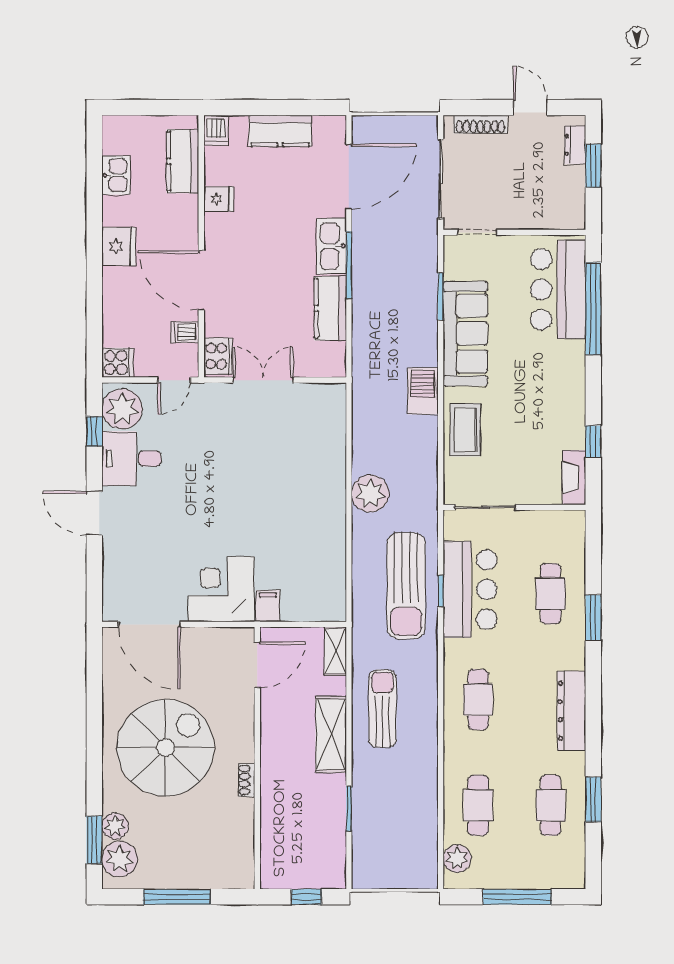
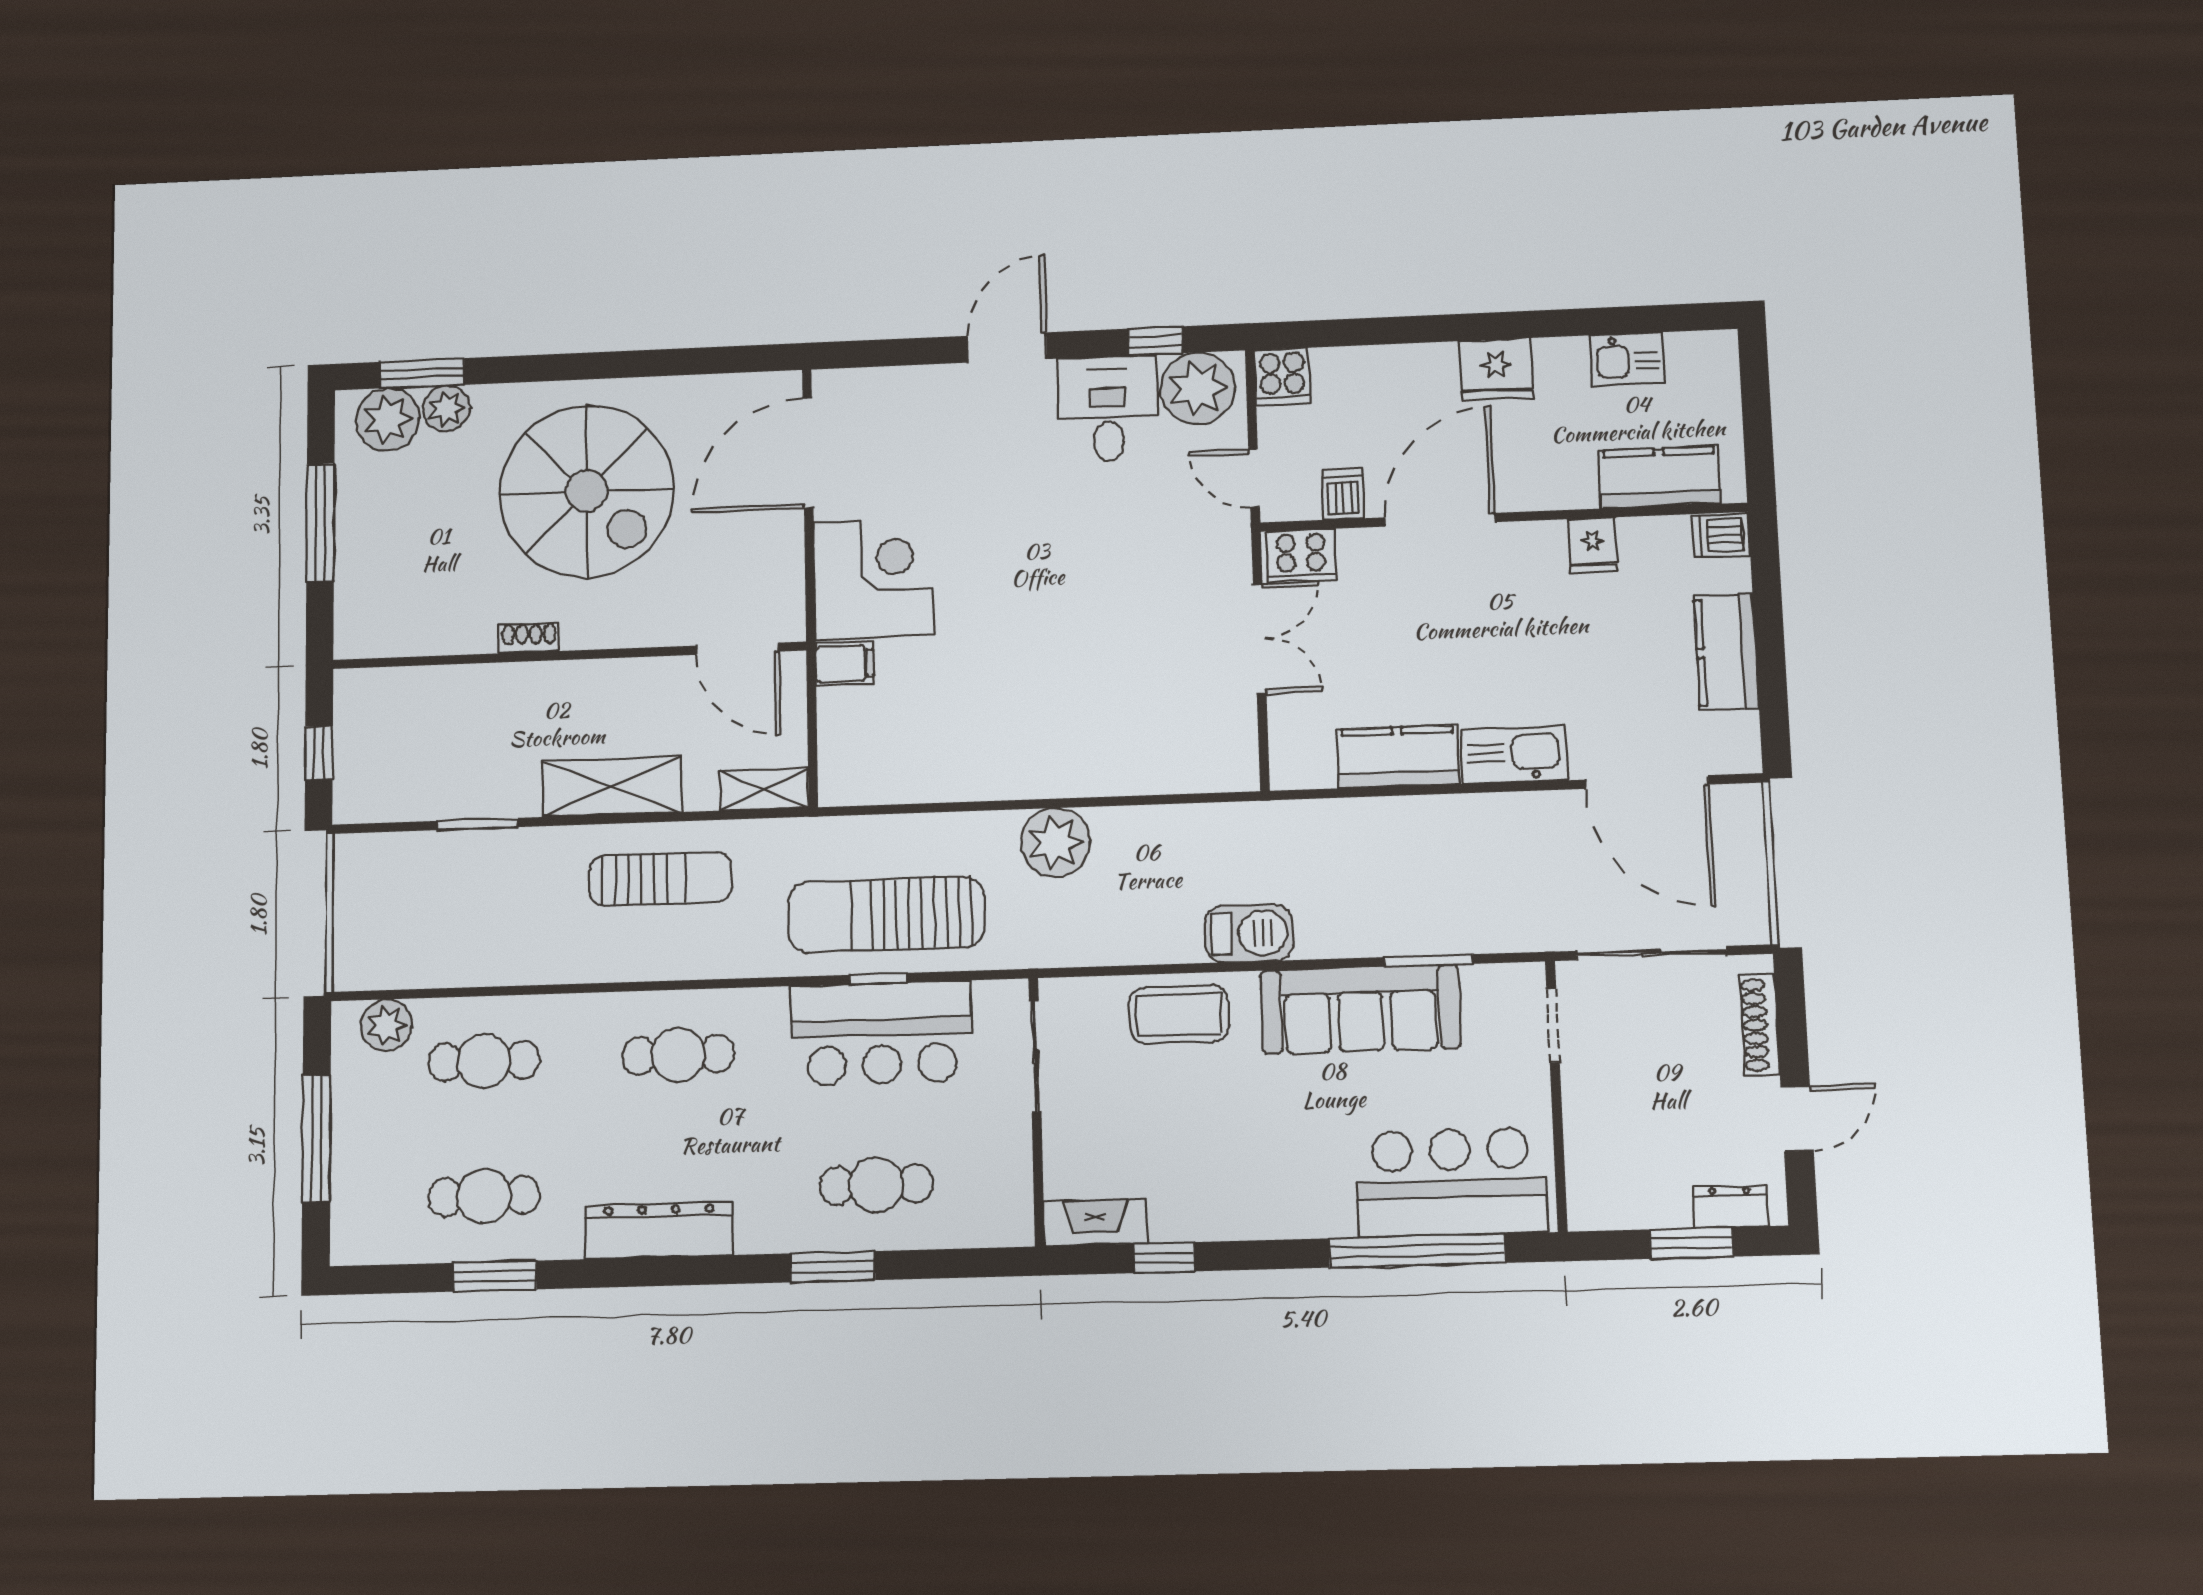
window: (349, 265) -> (1480, 788), removed

